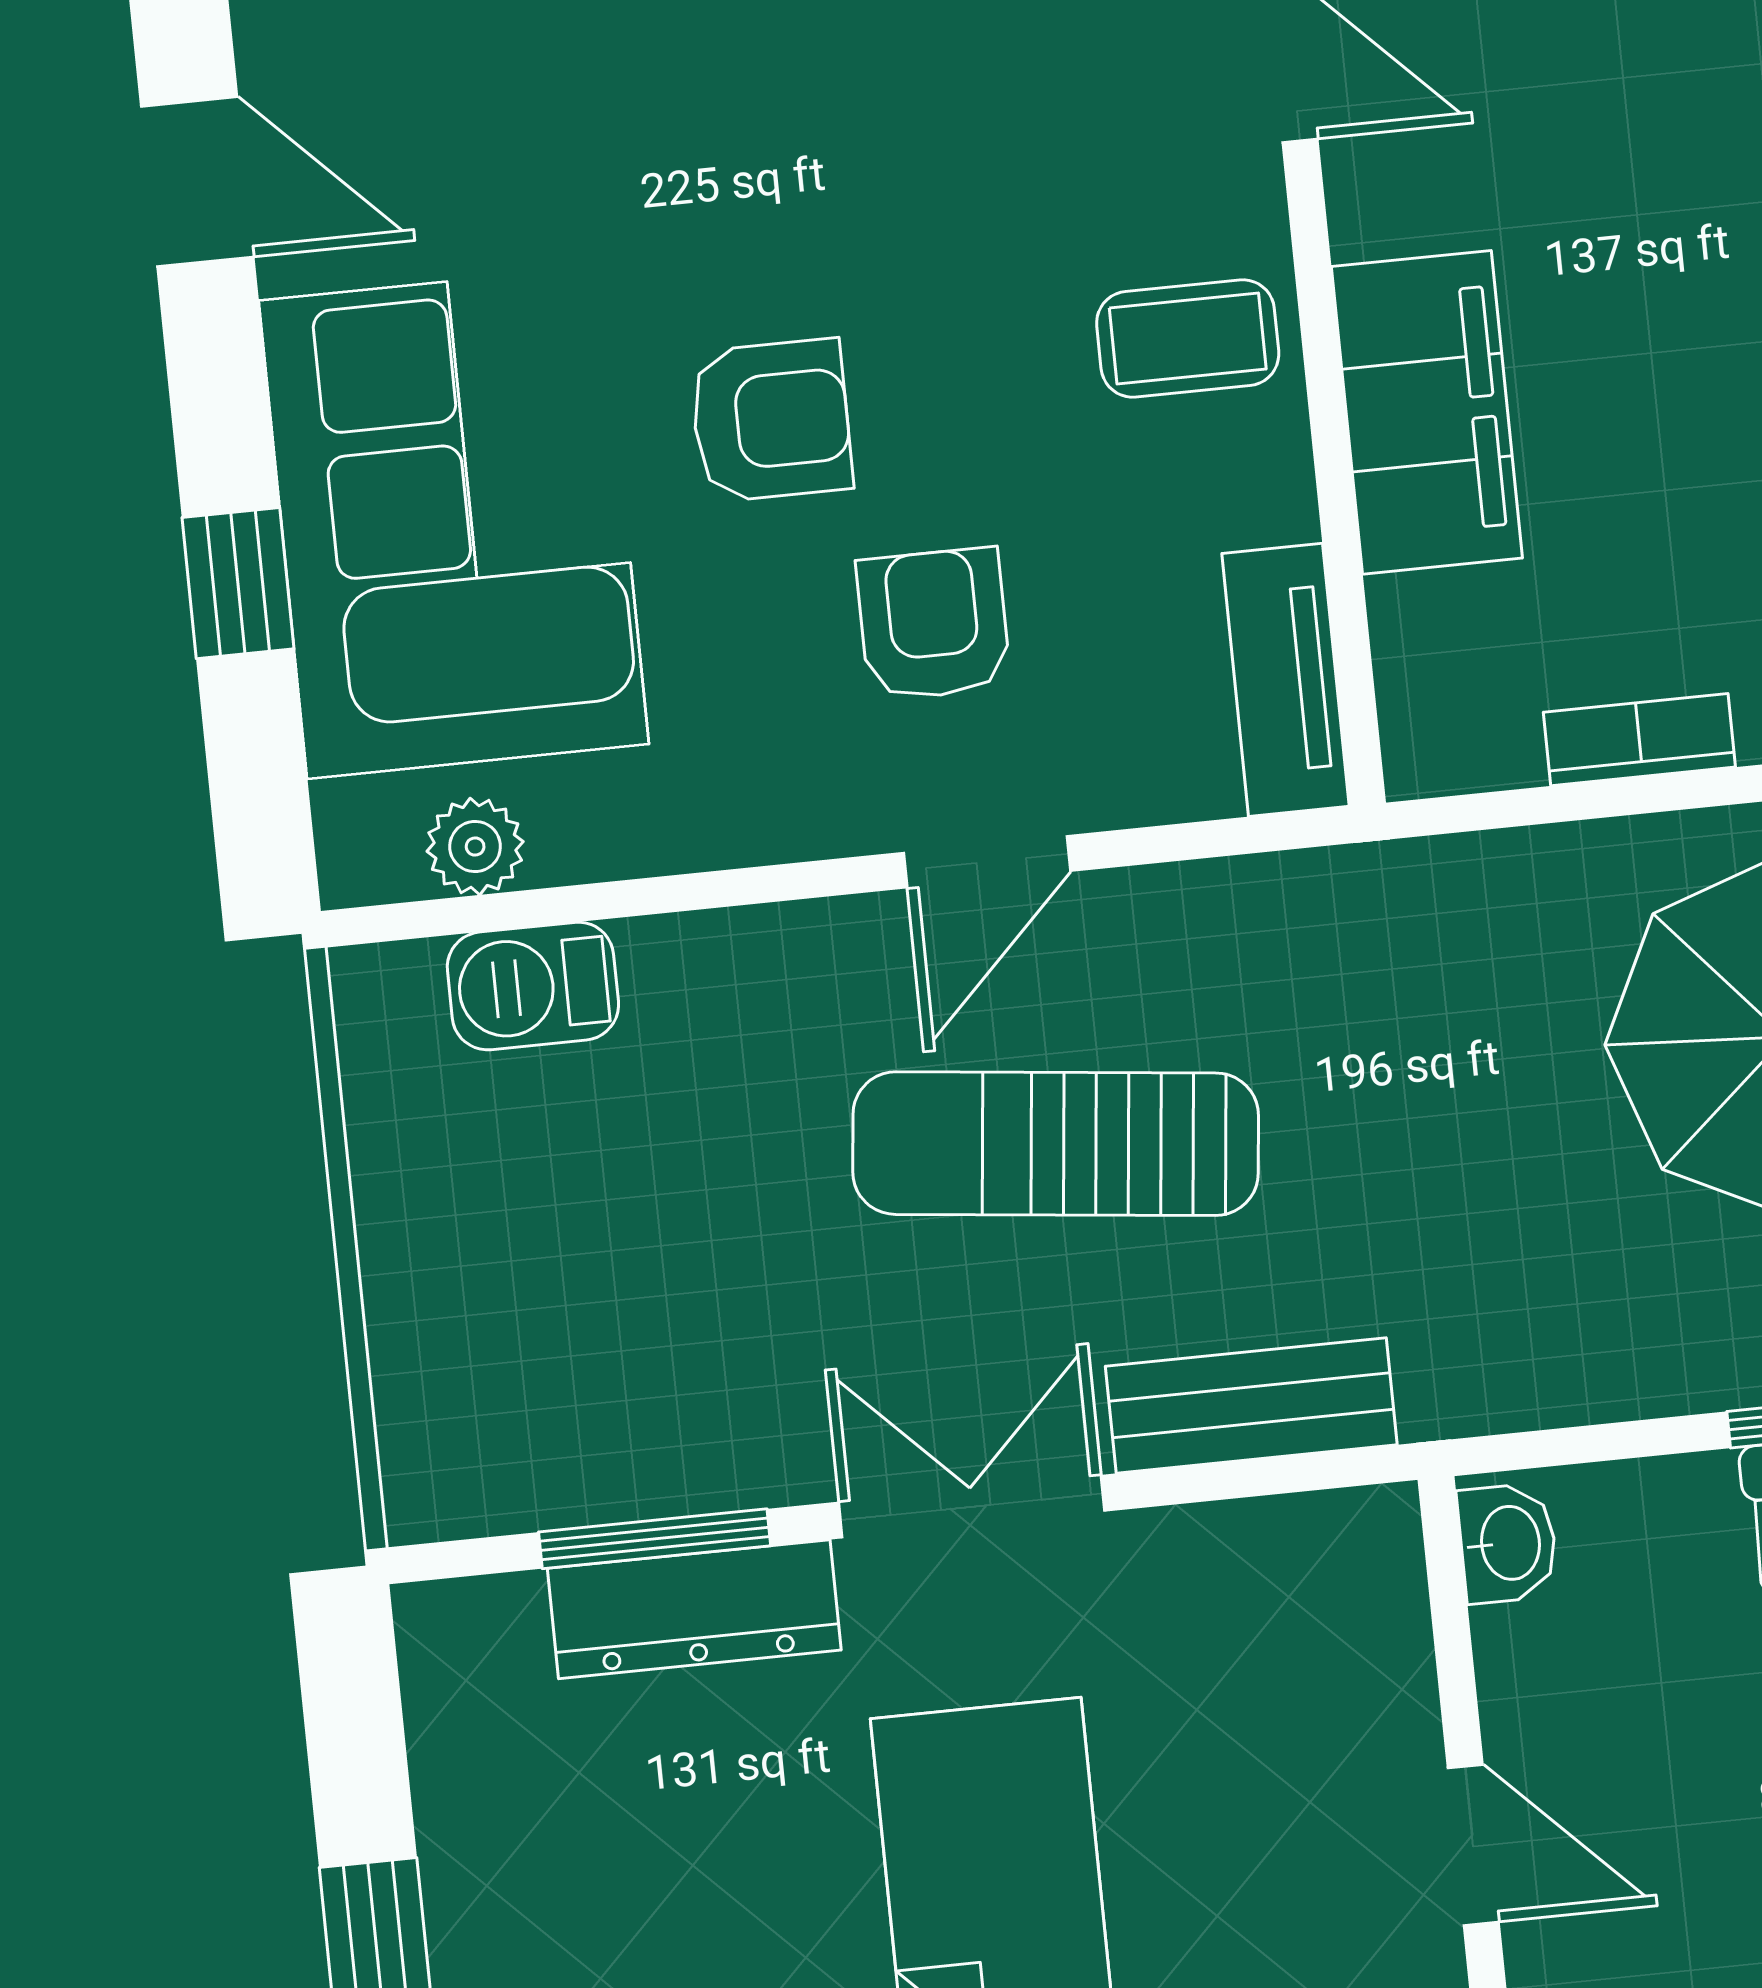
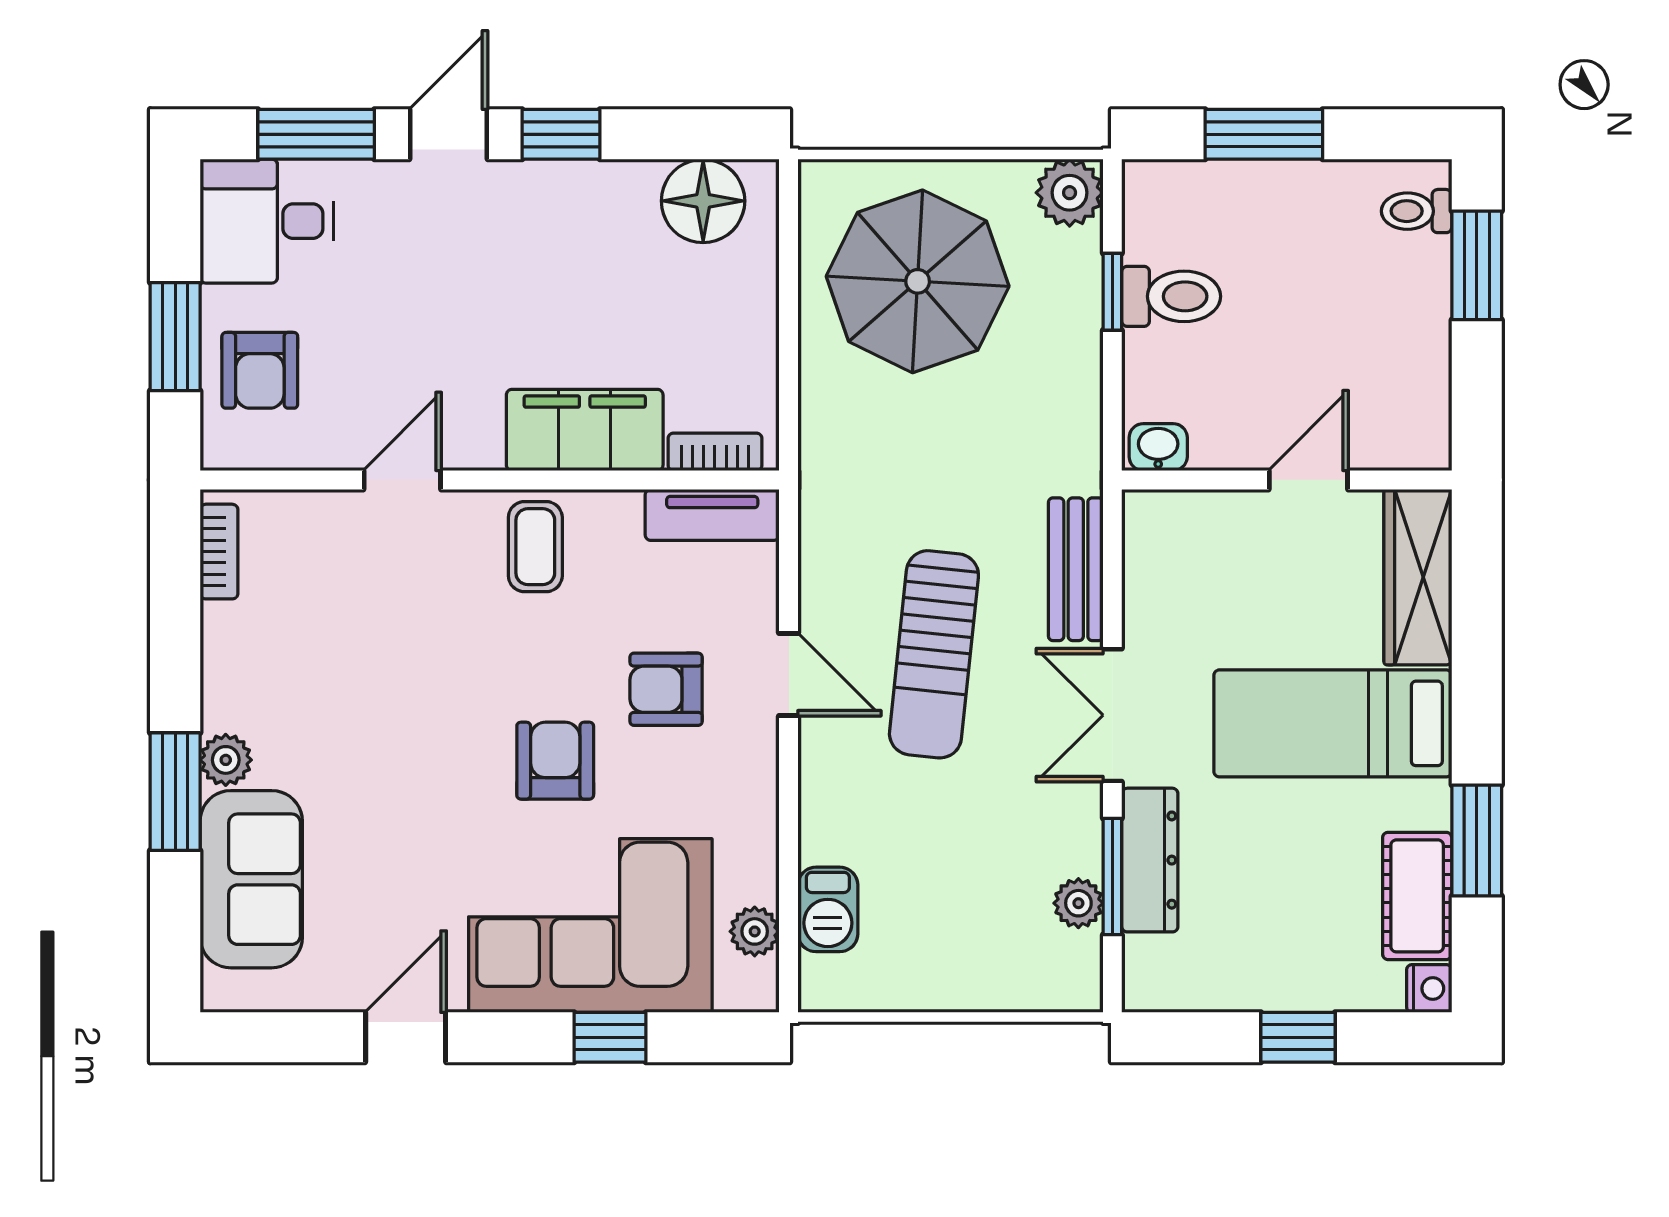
bookcase: (1639, 740) -> (715, 452), moved, turned 90
plant: (595, 1477) -> (1078, 903), added

